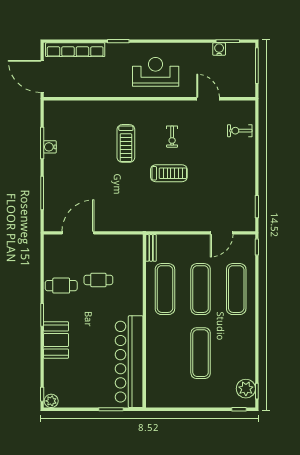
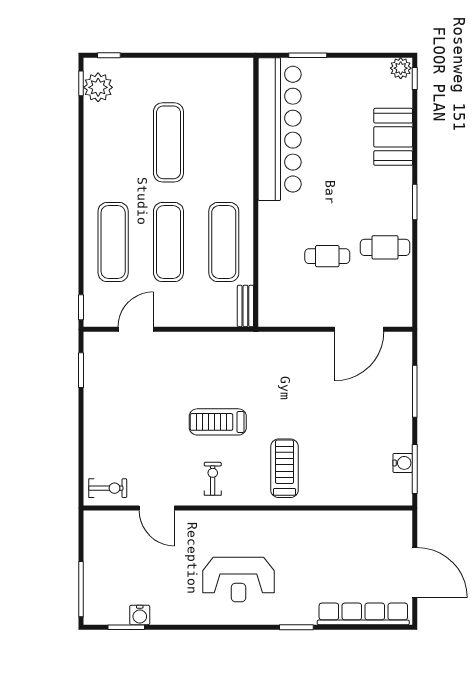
wall: (149, 99) -> (248, 508), moved
door: (208, 99) -> (157, 508), moved
booth: (56, 340) -> (393, 137), moved

